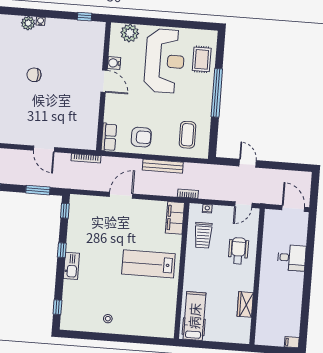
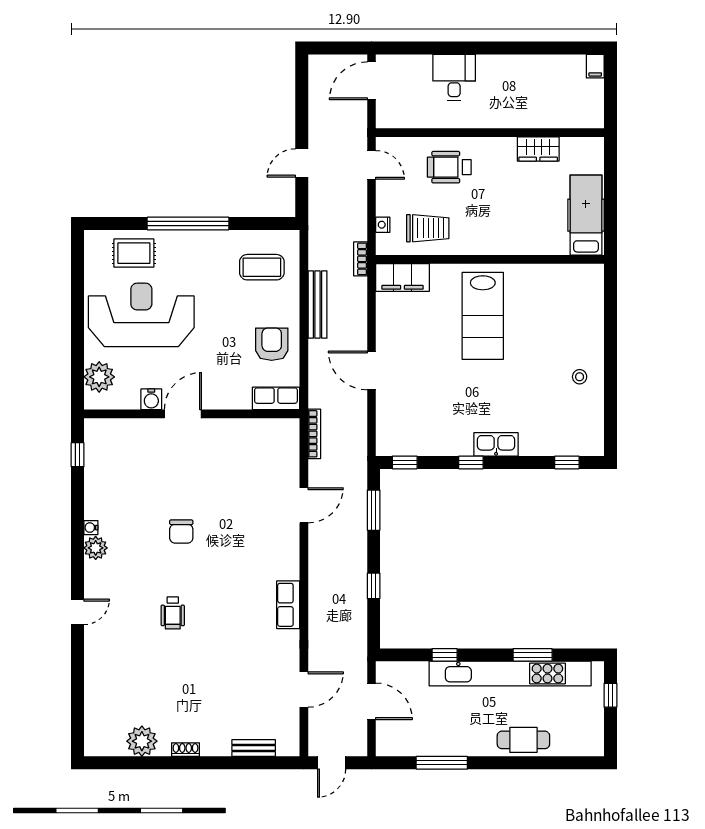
hospital bed: (194, 316) -> (586, 215), moved, turned 90

